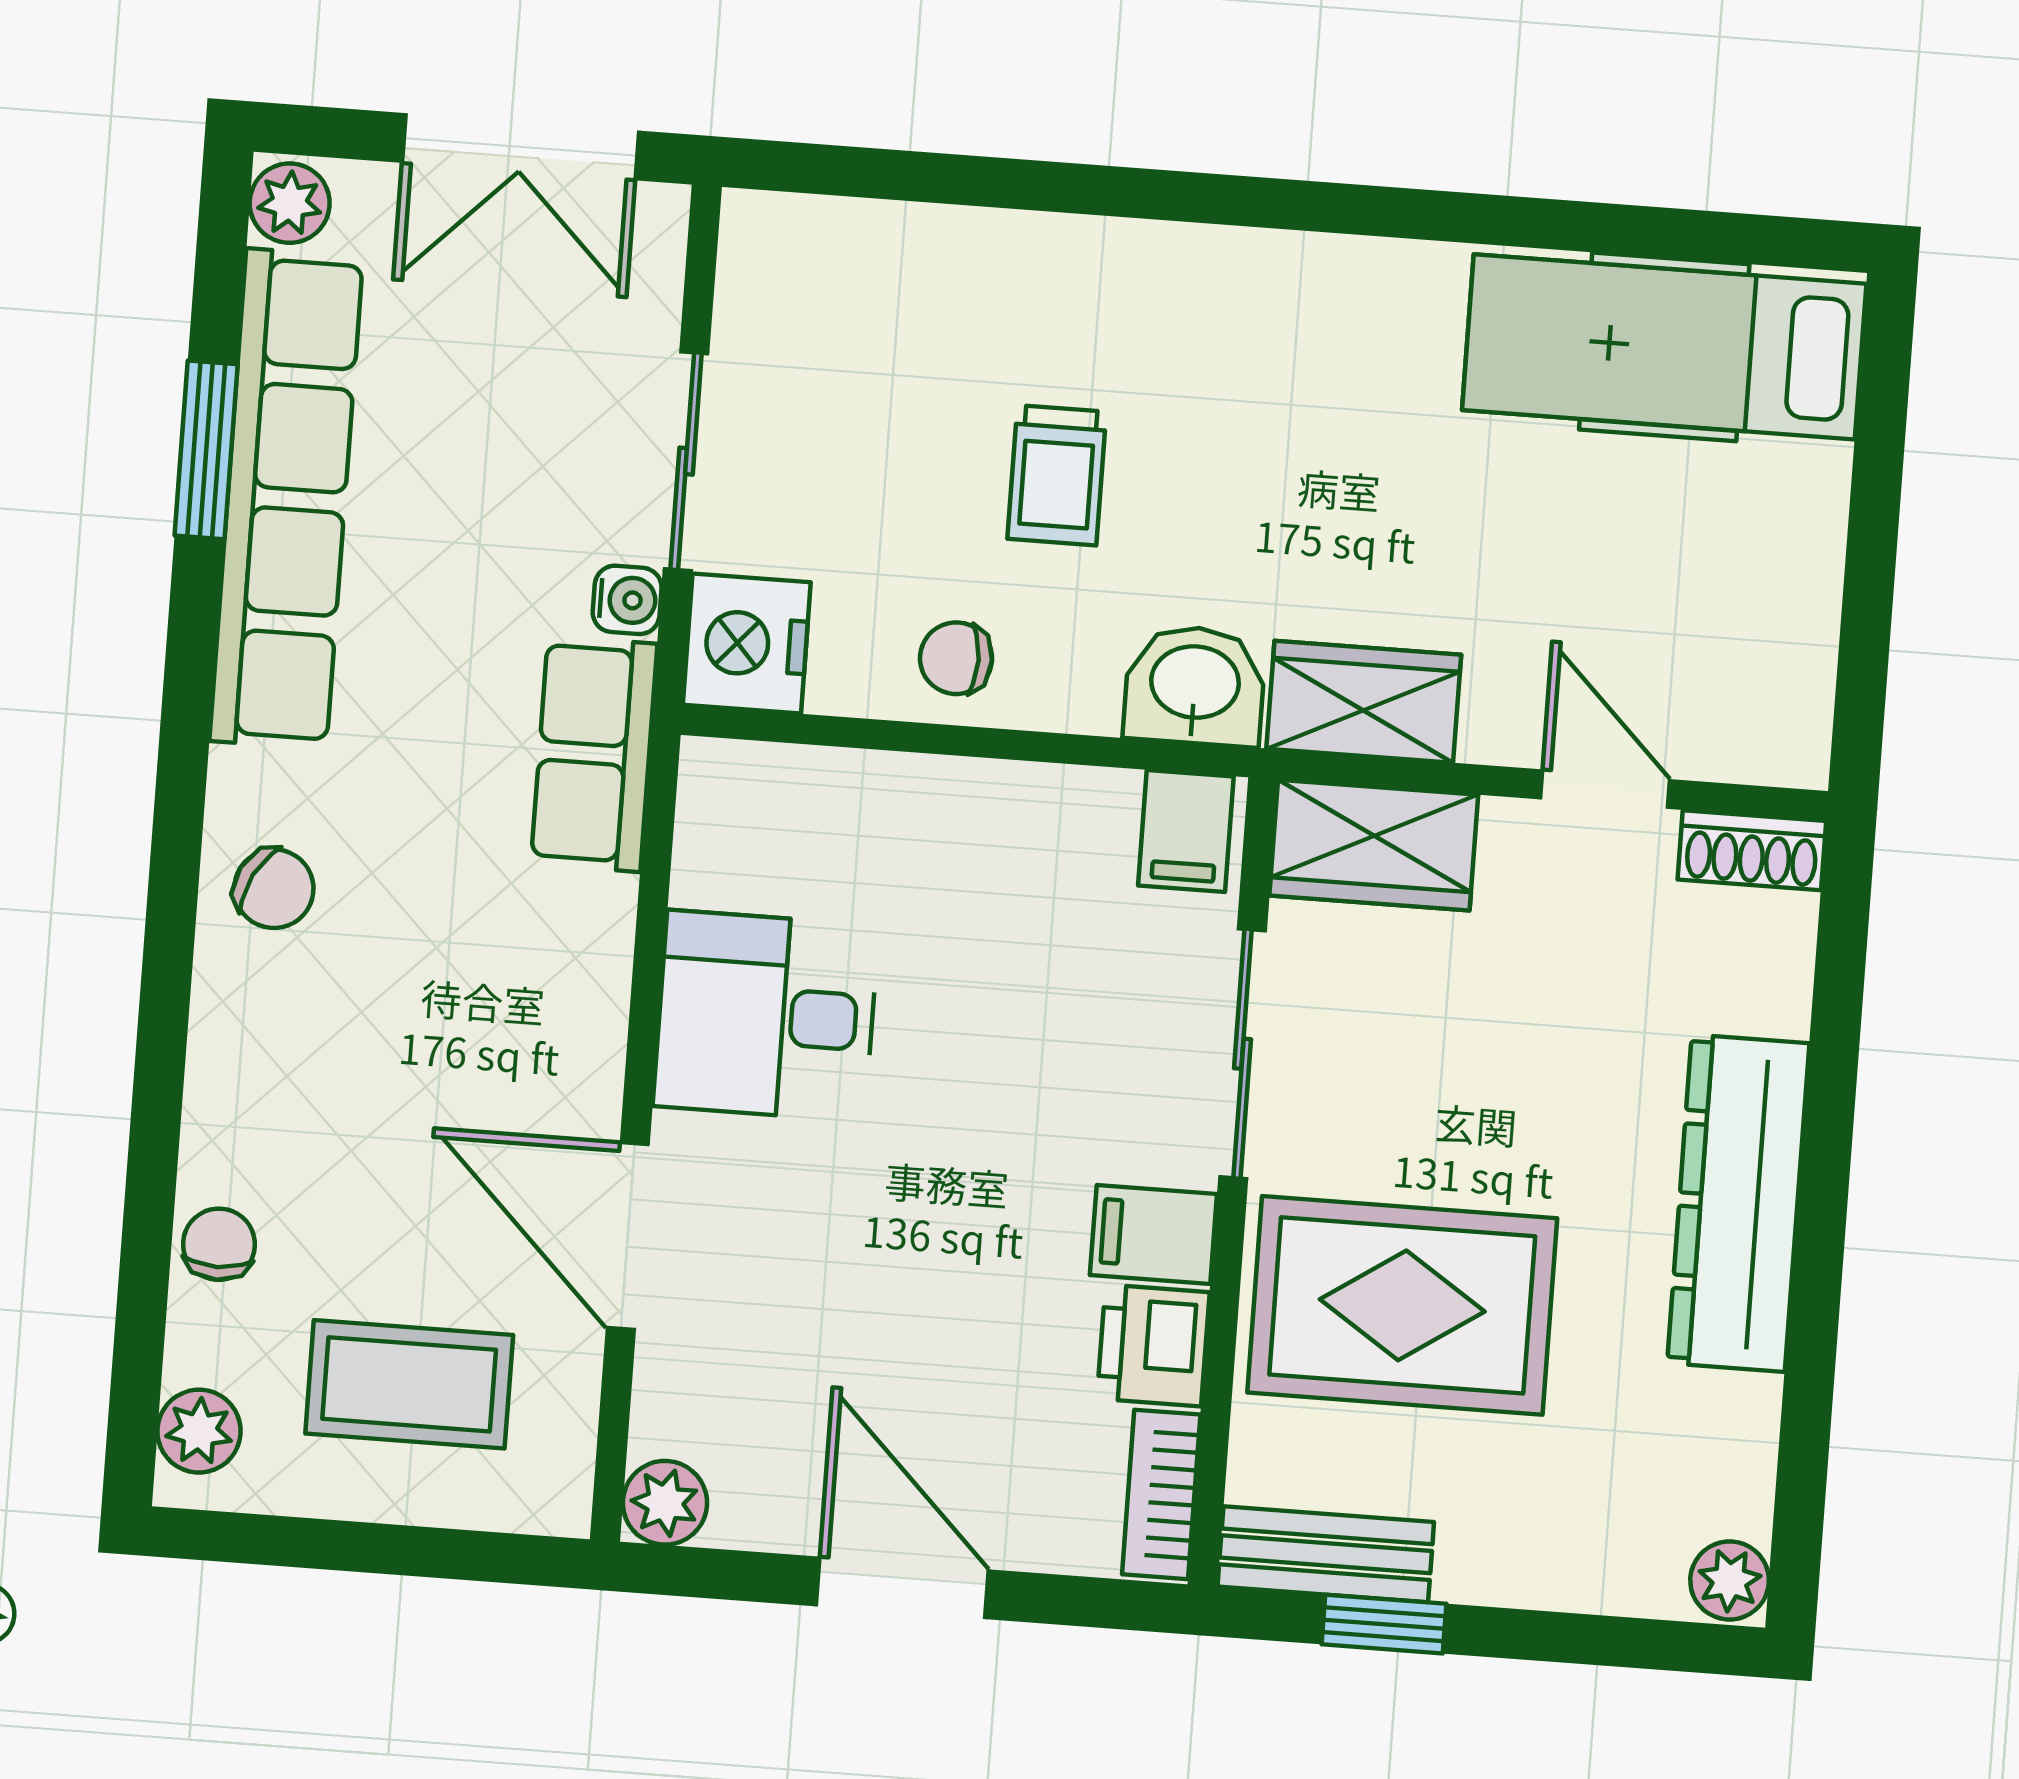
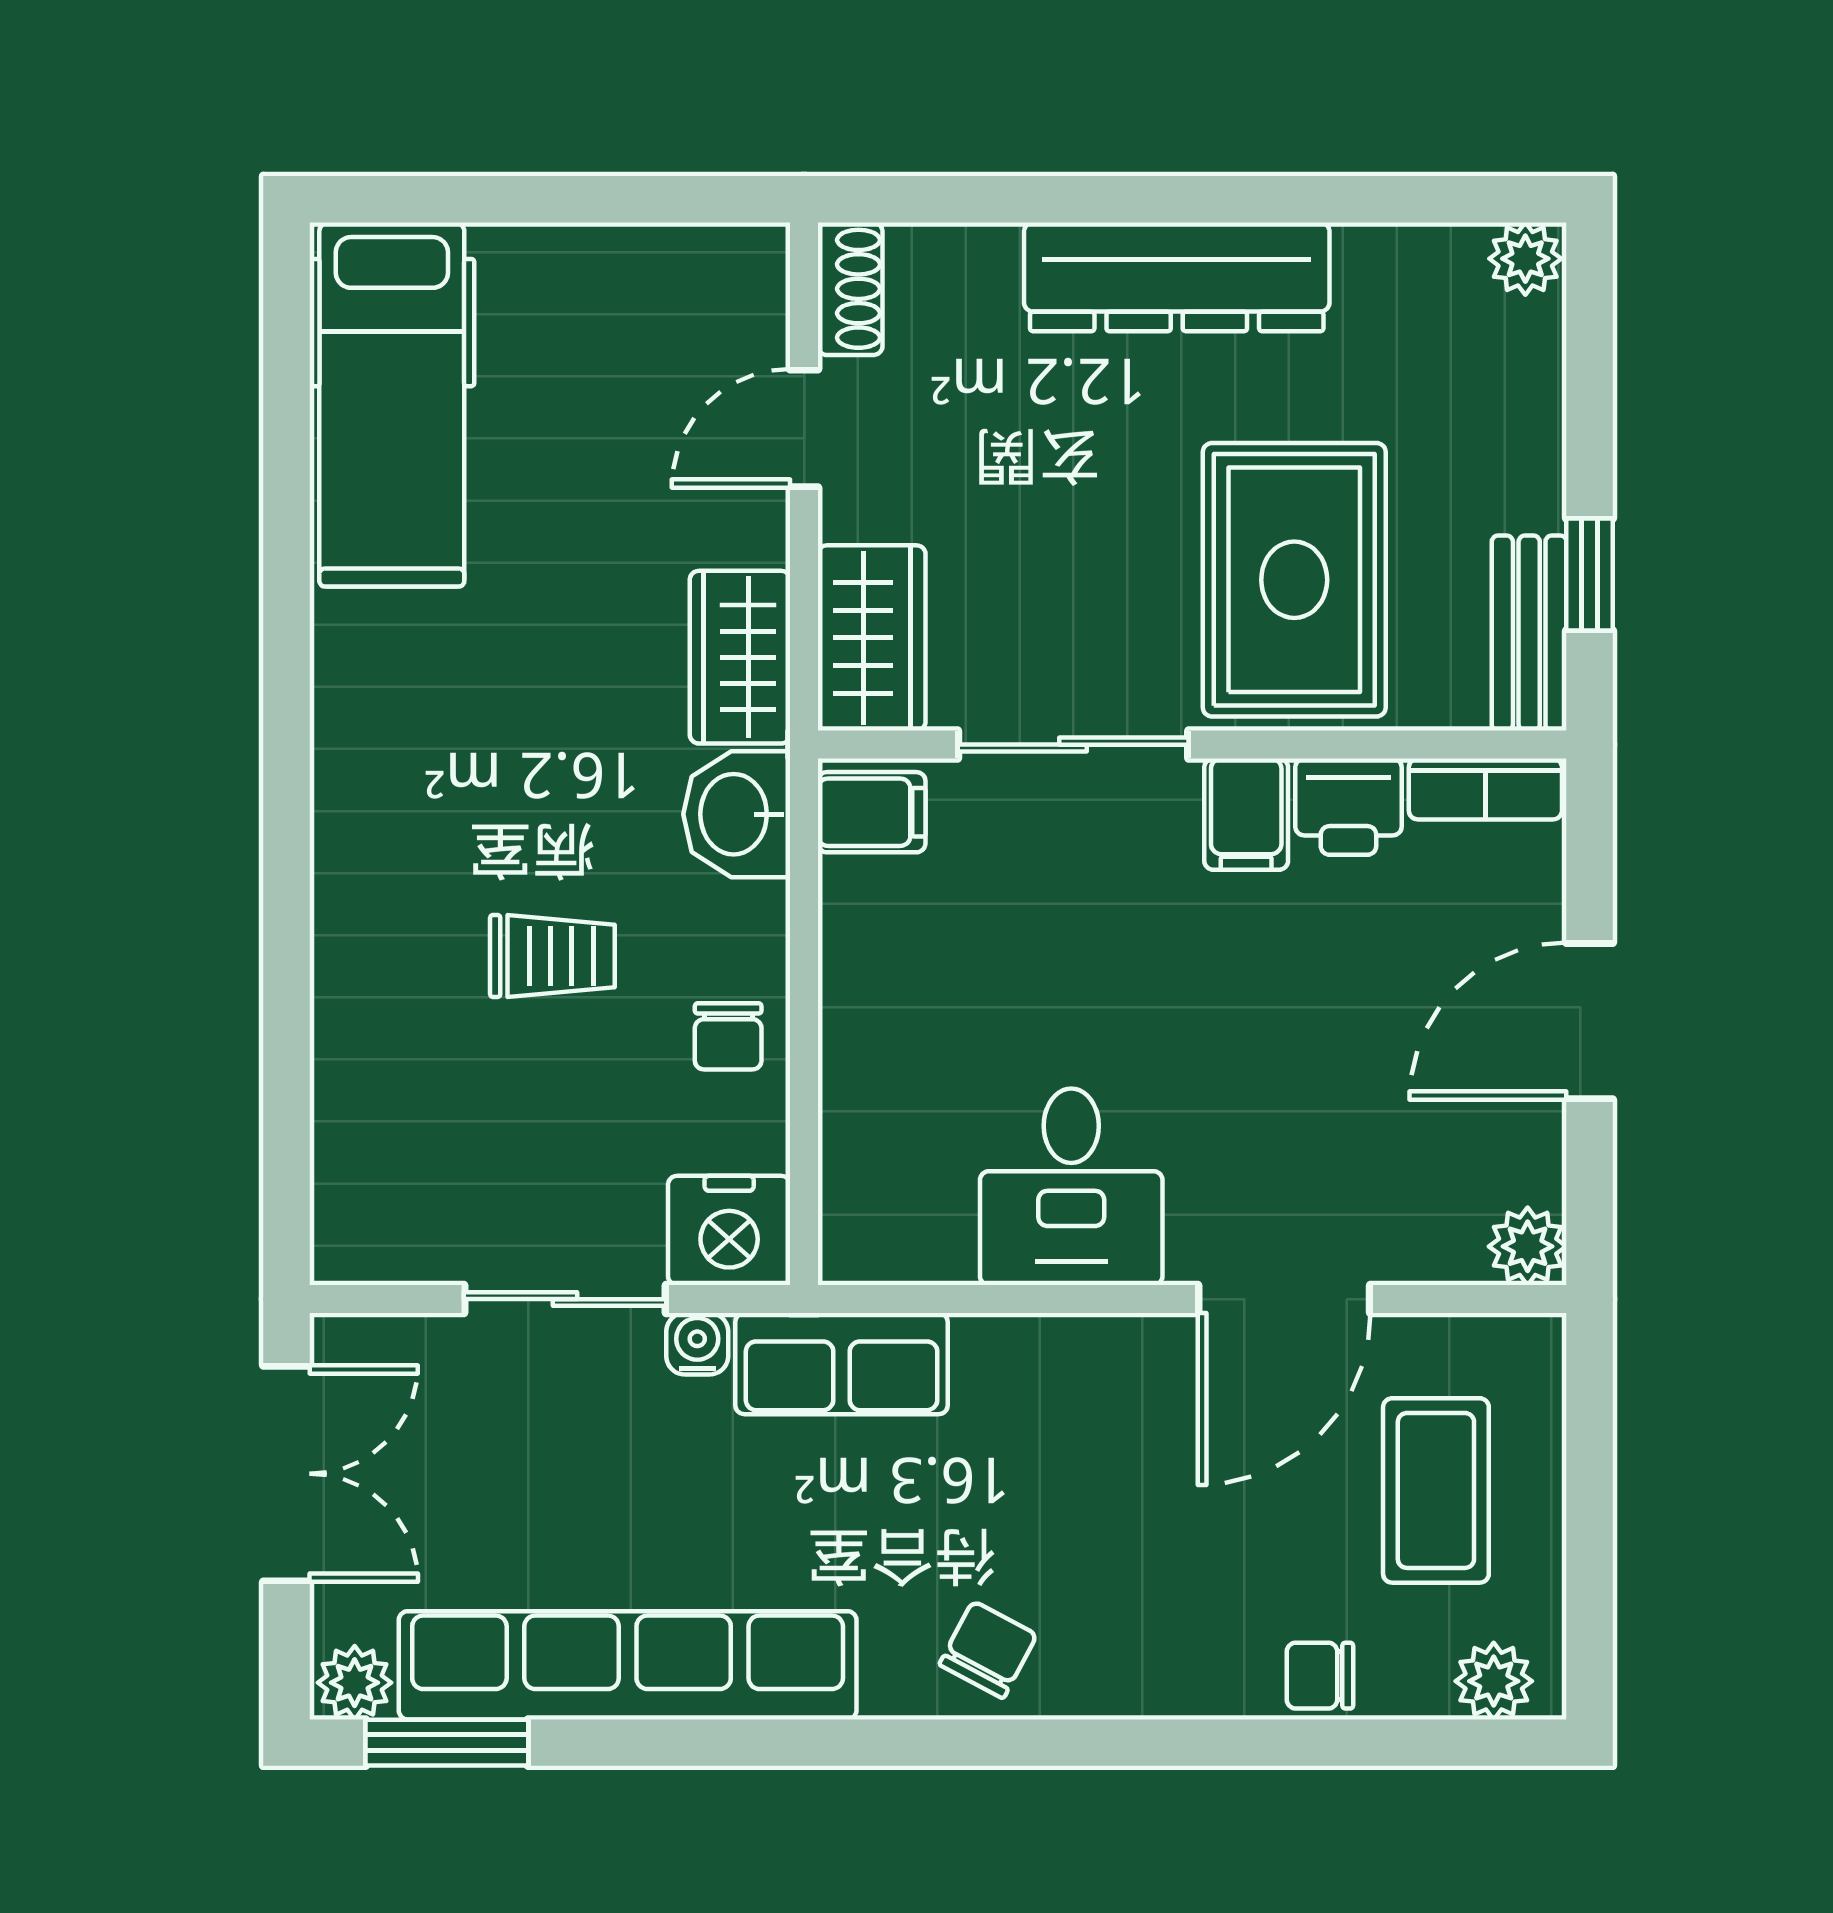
window: (206, 450) -> (447, 1743), moved

